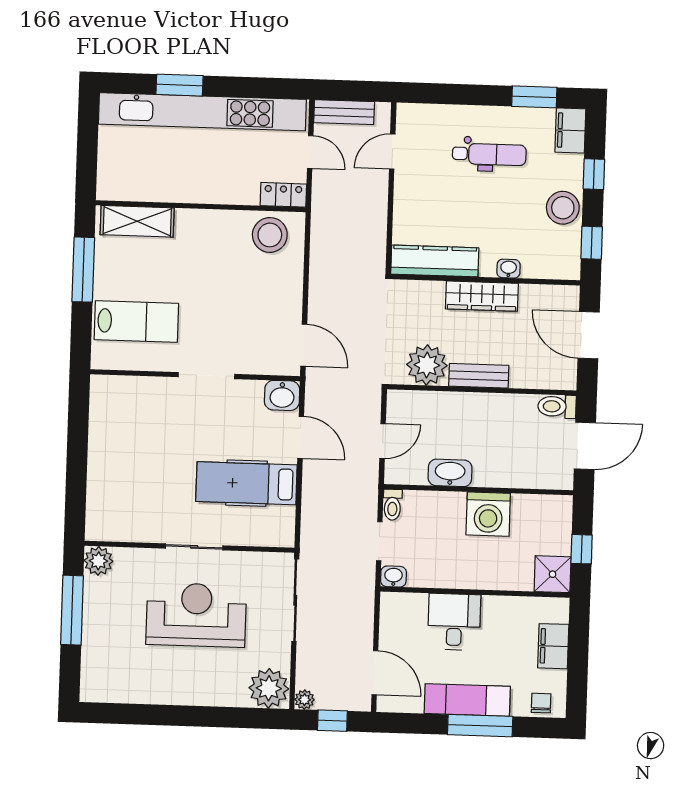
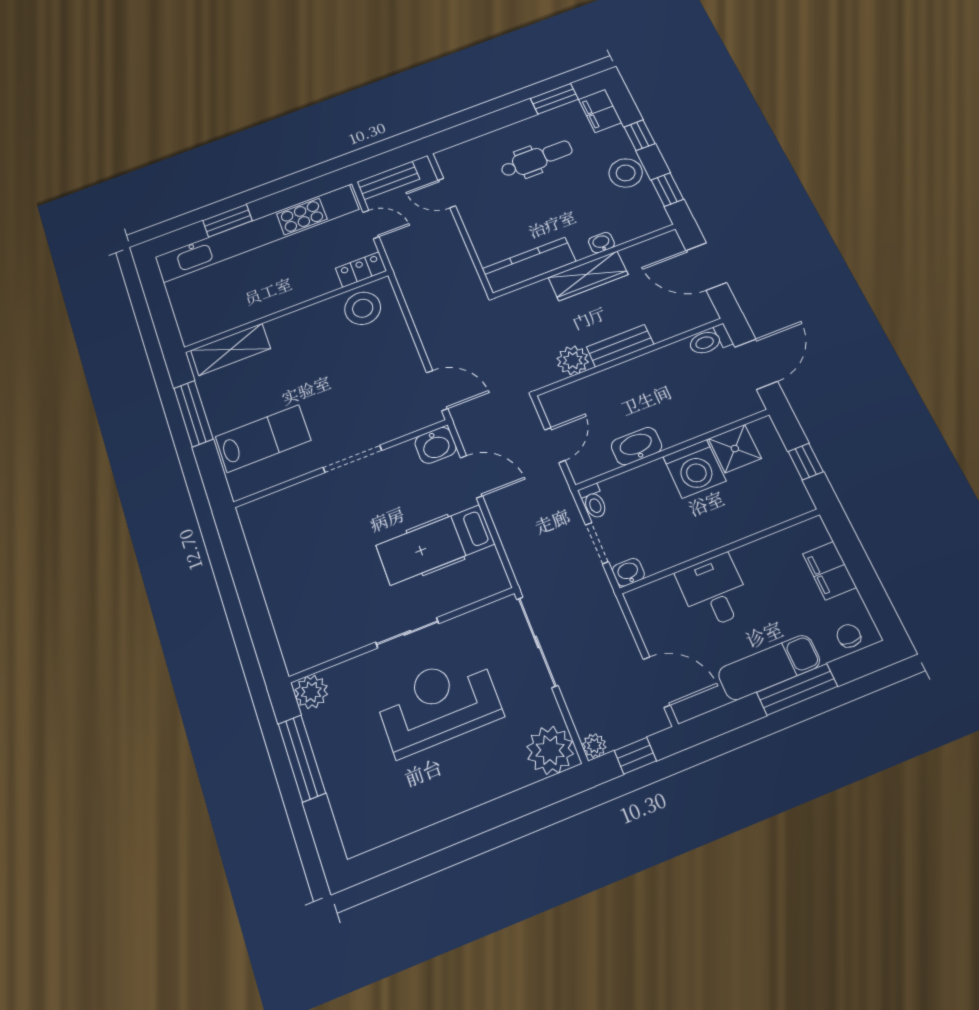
door: (392, 152) -> (447, 193), hinge flipped
plant: (427, 365) -> (573, 360), width x0.73, depth x0.73
shower: (553, 574) -> (735, 449), moved

